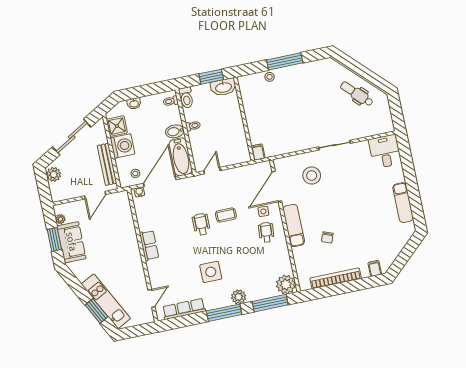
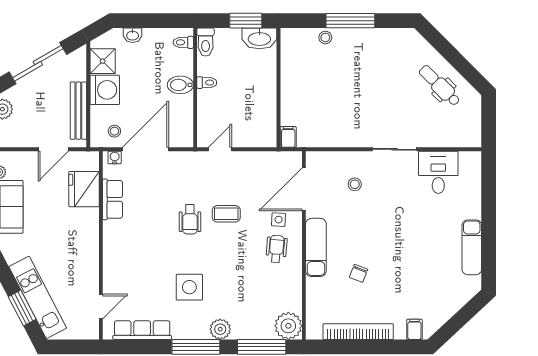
desk: (385, 151) -> (438, 172), moved
bathtub: (181, 157) -> (181, 121), removed
stool: (312, 176) -> (355, 184), width x0.53, depth x0.53
fridge: (123, 219) -> (84, 189), added
wheelchair: (201, 224) -> (190, 219), turned 180
row of seats: (149, 245) -> (113, 199), moved

